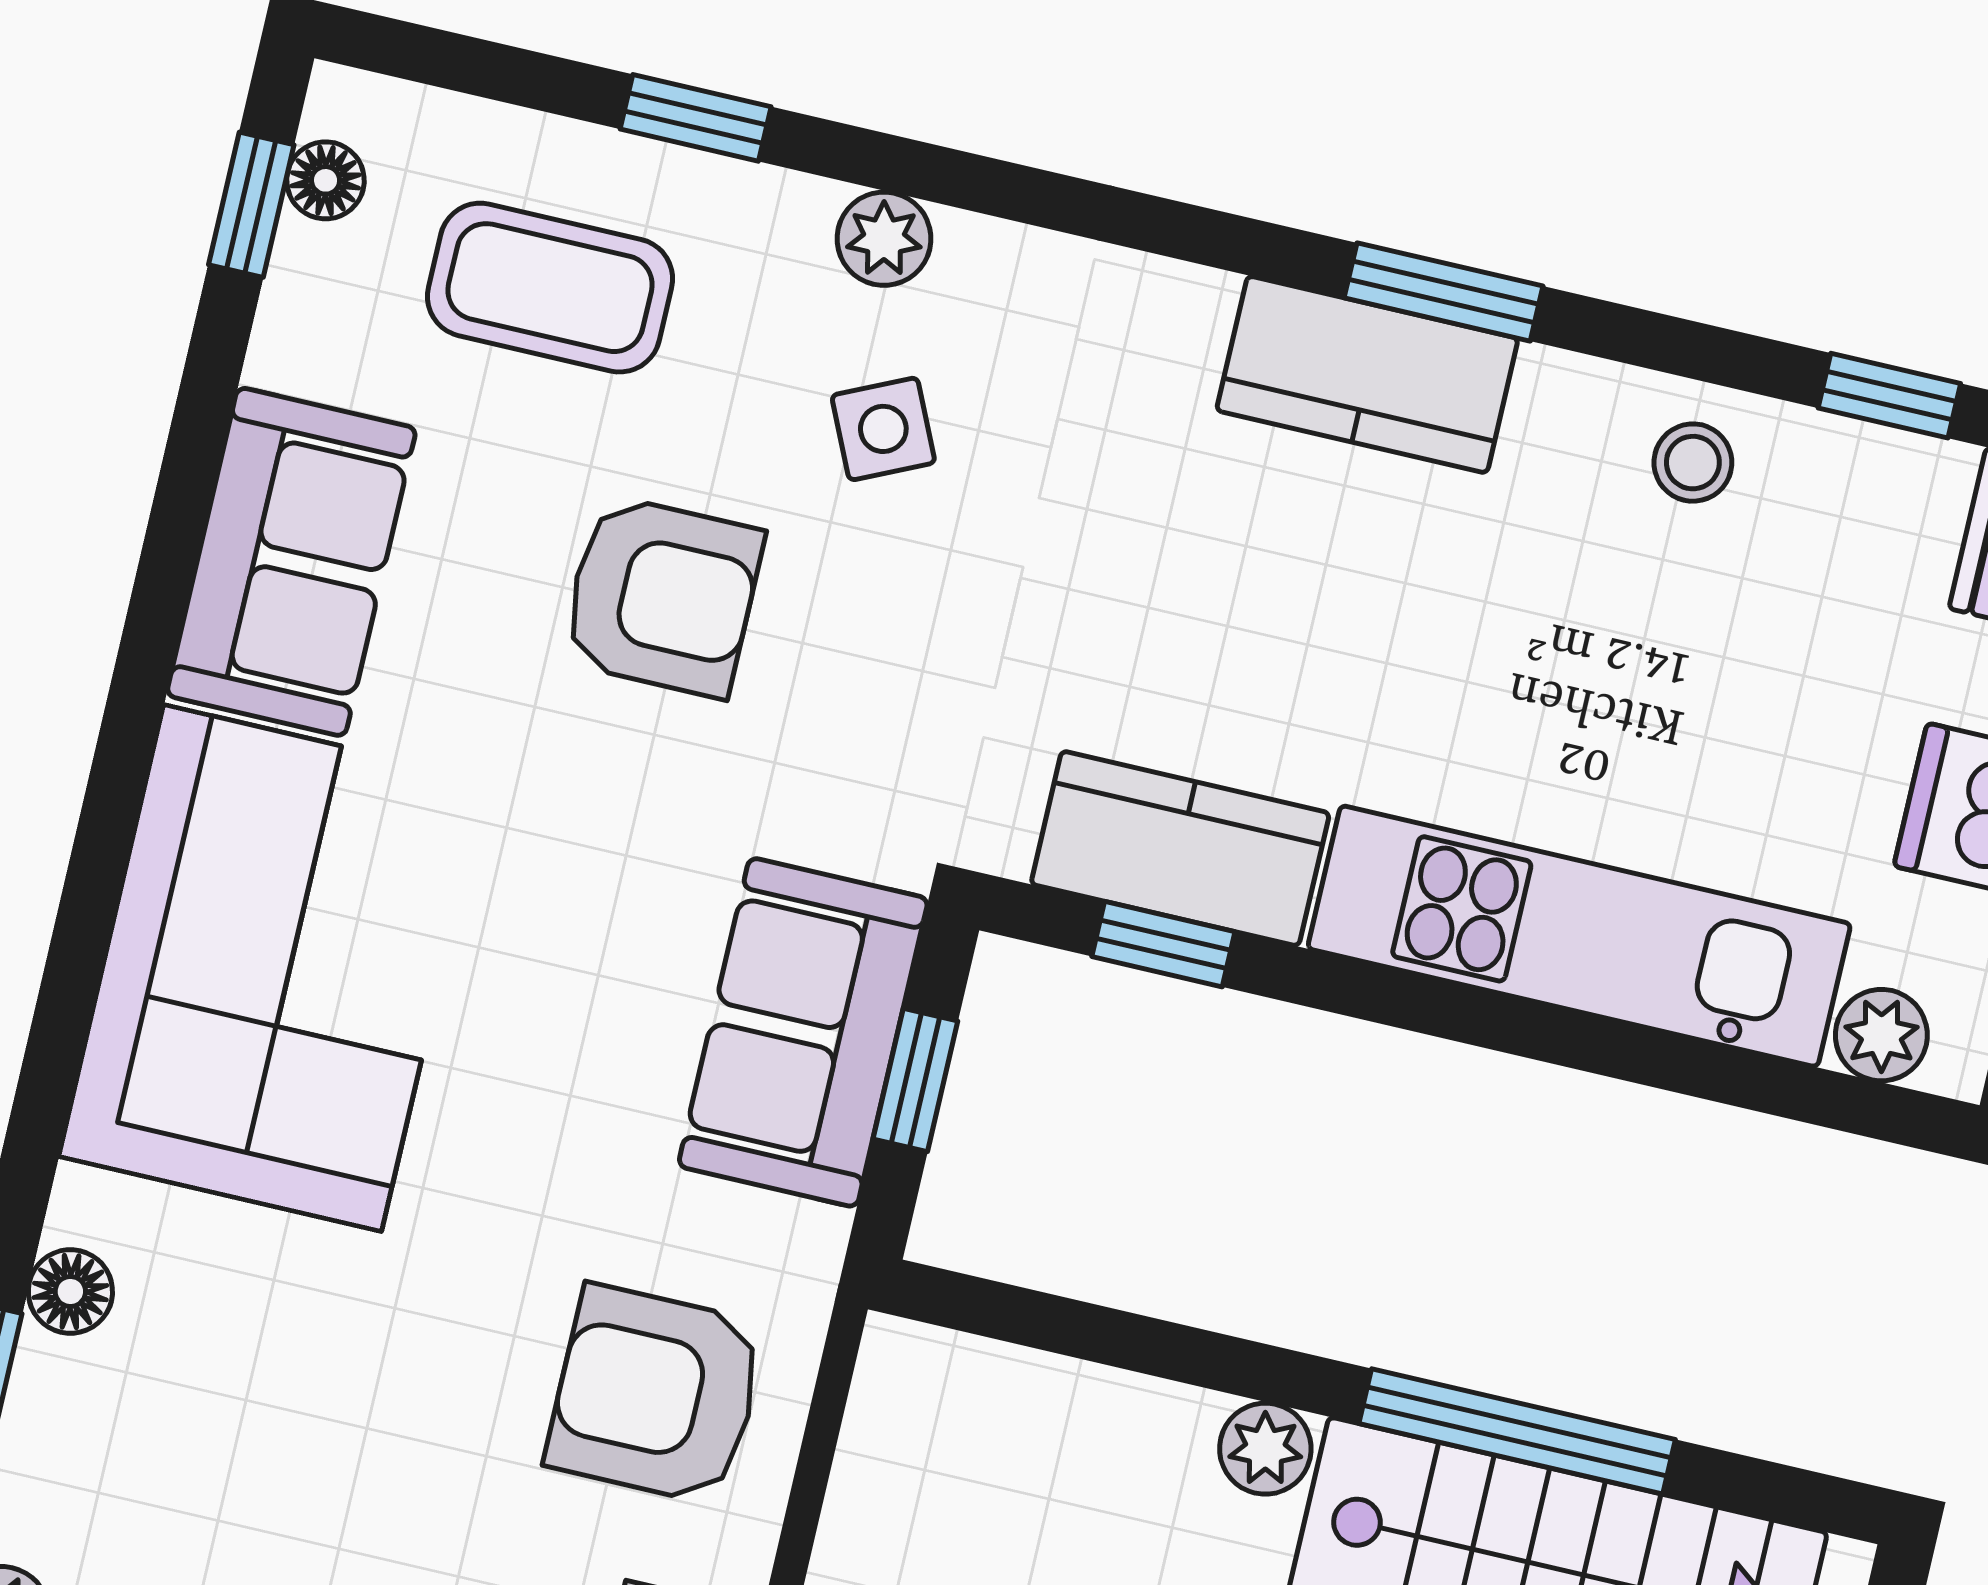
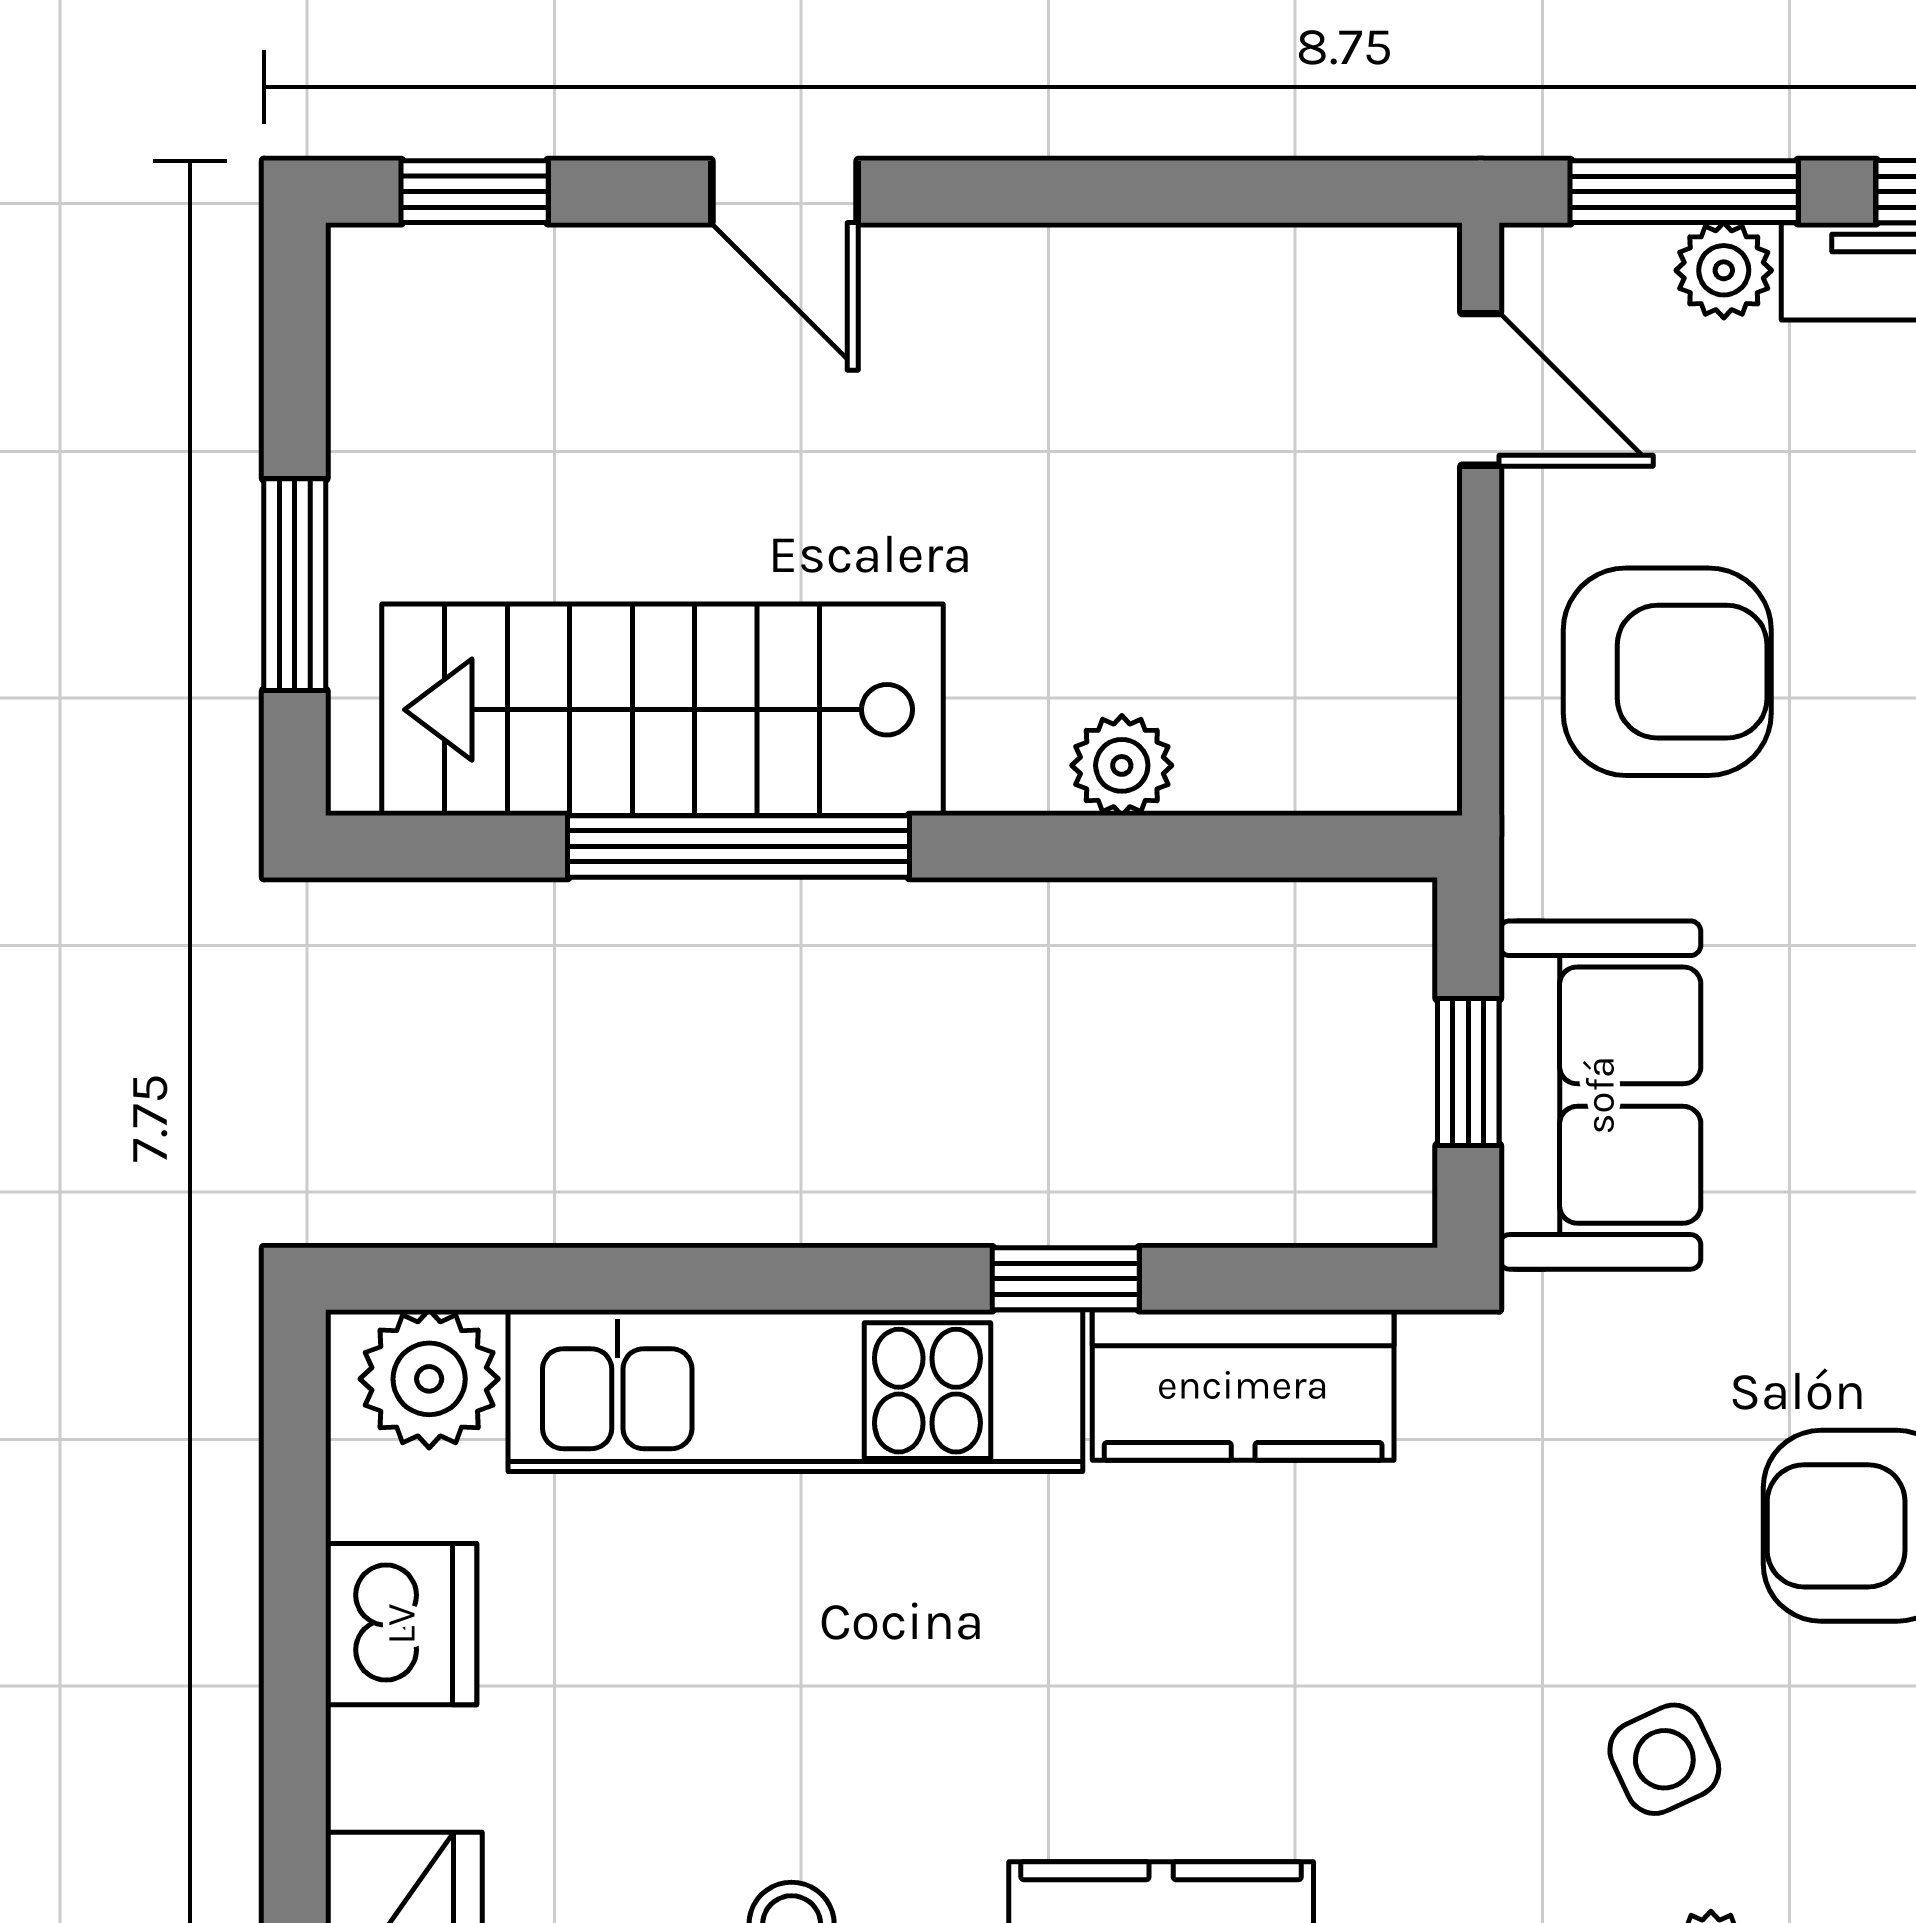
window: (1163, 944) -> (1066, 1279), moved
plant: (1881, 1035) -> (429, 1379), width x1.38, depth x1.38
plant: (1265, 1449) -> (1122, 765), moved

